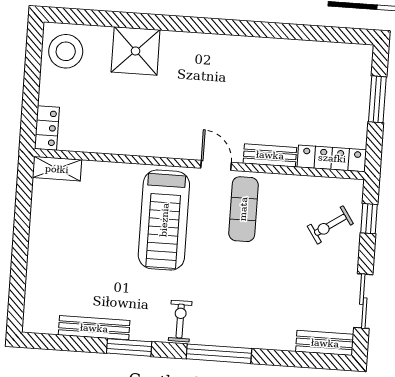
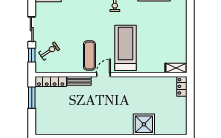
stool: (66, 51) -> (176, 122), removed
window: (377, 99) -> (32, 98), moved
door: (216, 165) -> (103, 75), swing flipped
sliding door: (363, 301) -> (32, 29), moved

